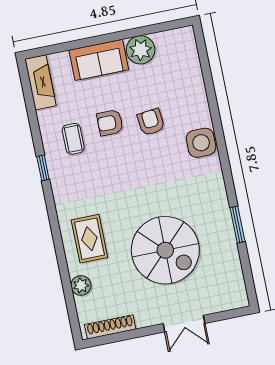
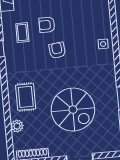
armchair: (151, 122) -> (57, 50), moved
side table: (201, 143) -> (103, 44), width x0.54, depth x0.54

